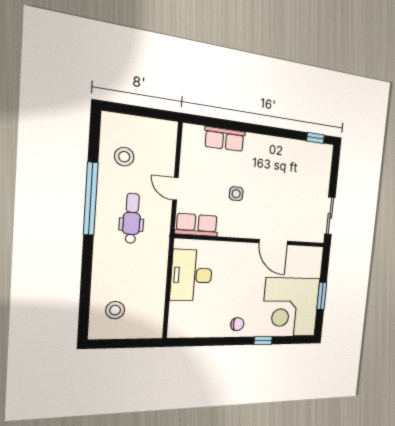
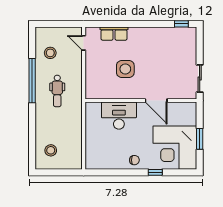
door: (175, 189) -> (84, 43), moved
side table: (236, 194) -> (125, 69), width x1.87, depth x1.87
dental chair: (132, 218) -> (57, 91), turned 180
row of seats: (197, 225) -> (100, 92), removed
desk: (191, 275) -> (119, 116), moved, turned 90

